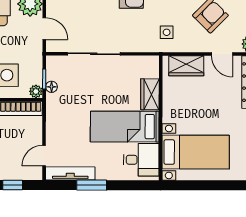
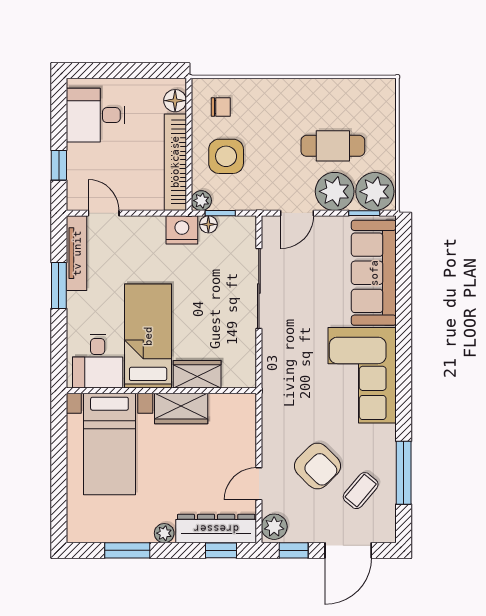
side table: (167, 32) -> (292, 399), removed
wardrobe: (186, 66) -> (181, 408), moved, turned -90
nightstand: (55, 104) -> (182, 230), added

